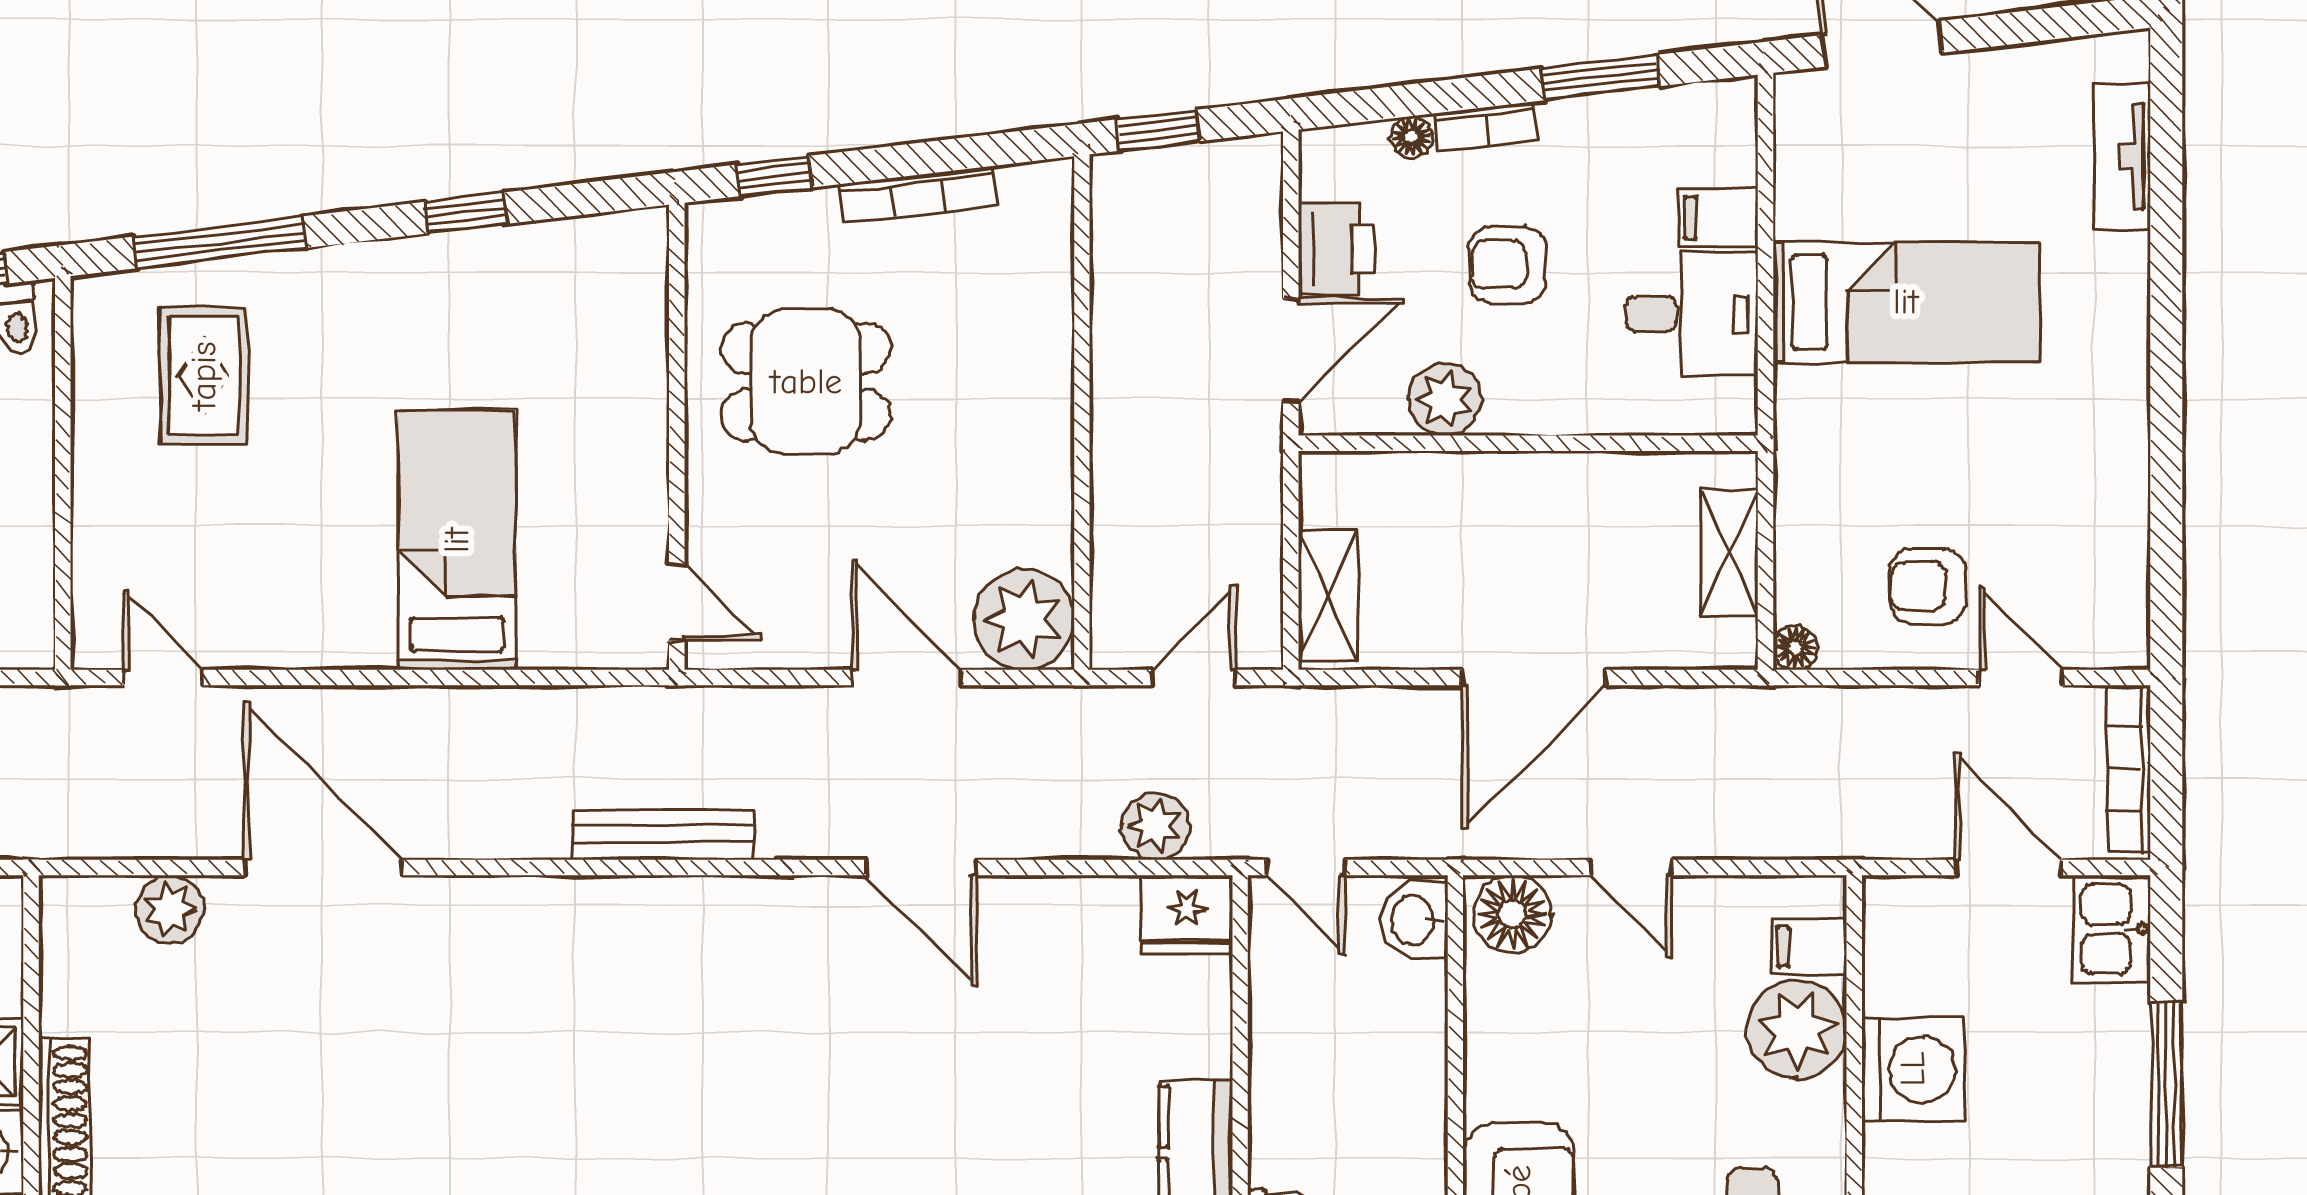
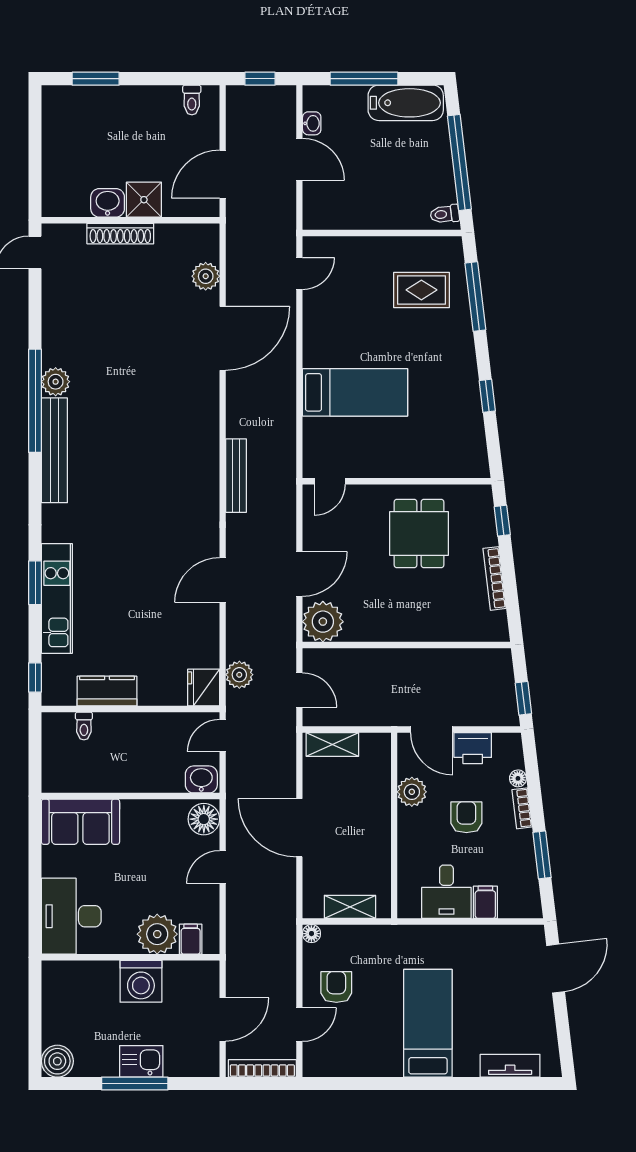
window: (1158, 130) -> (523, 698), moved
bed: (1906, 302) -> (428, 1023), moved, turned 180
kitchen sink: (2111, 929) -> (141, 1061), moved

